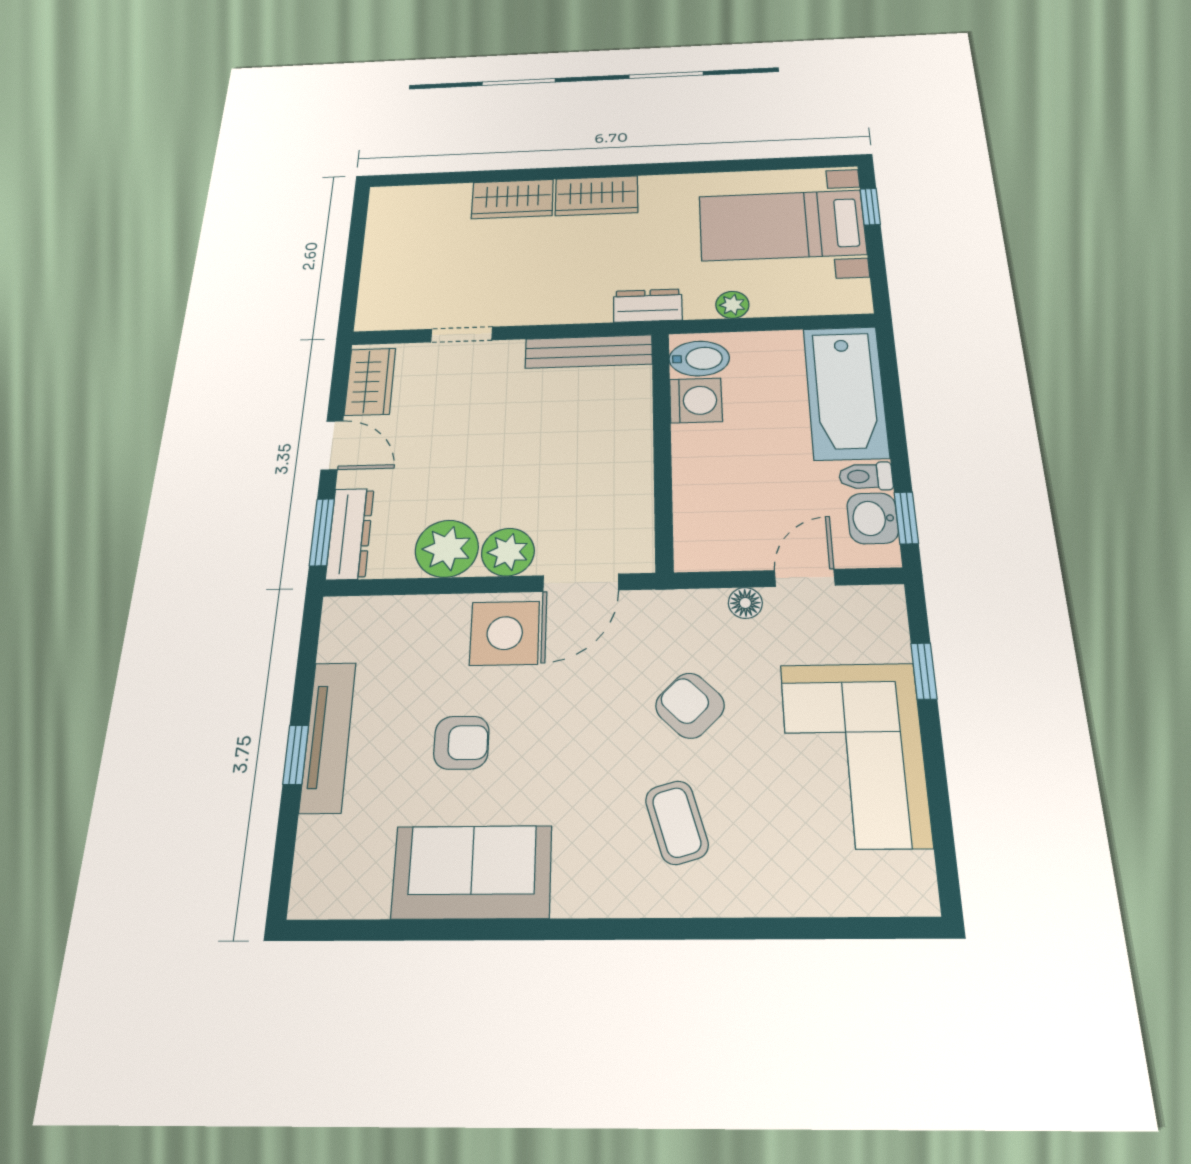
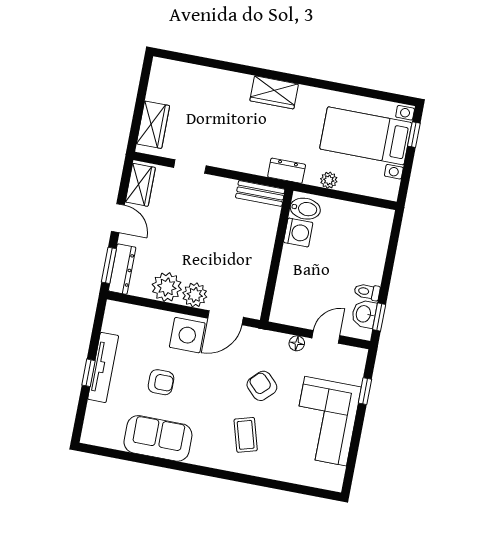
wardrobe: (512, 199) -> (153, 125), moved, turned -90
bench: (589, 352) -> (260, 193), width x0.73
bathtub: (846, 392) -> (370, 244), removed

